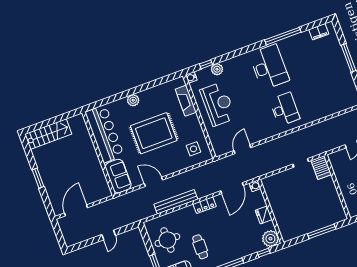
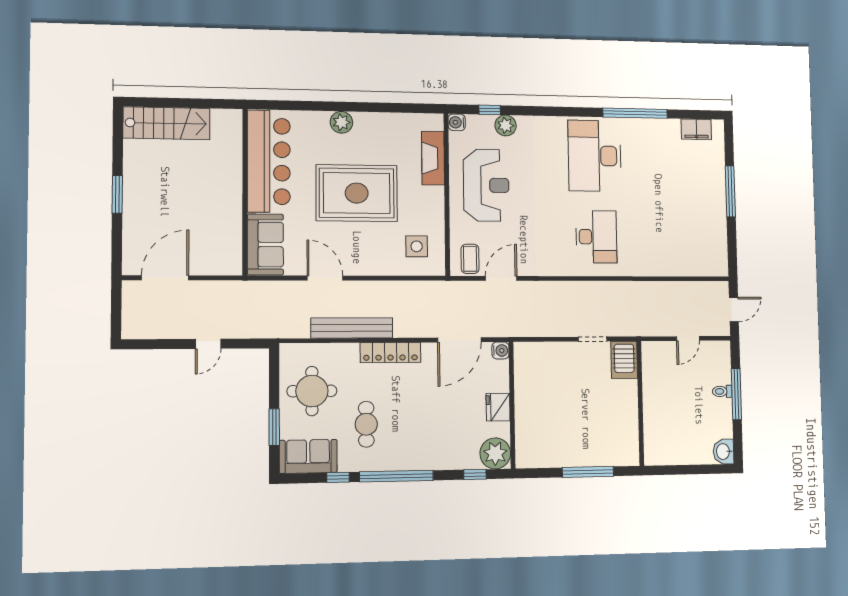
desk: (269, 67) -> (595, 156), turned 180
coffee table: (223, 145) -> (470, 259), added
locker: (205, 205) -> (390, 353), width x1.53

